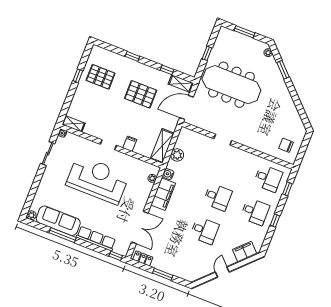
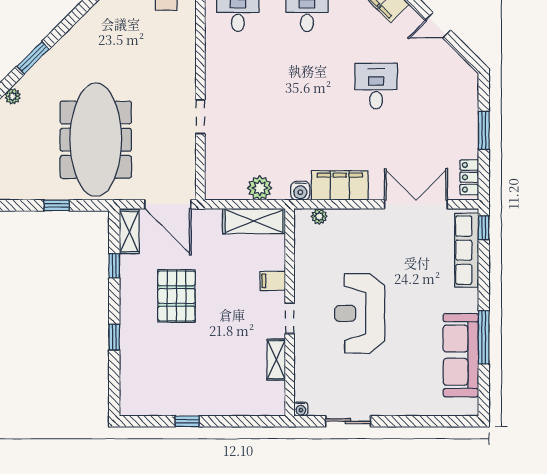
pallet: (101, 77) -> (173, 380), removed
shelving: (74, 124) -> (276, 360), moved
reception desk: (98, 180) -> (360, 313), width x0.74, depth x0.77
desk: (218, 197) -> (307, 86), removed
plant: (31, 215) -> (470, 407), removed
row of seats: (96, 239) -> (467, 250), moved

